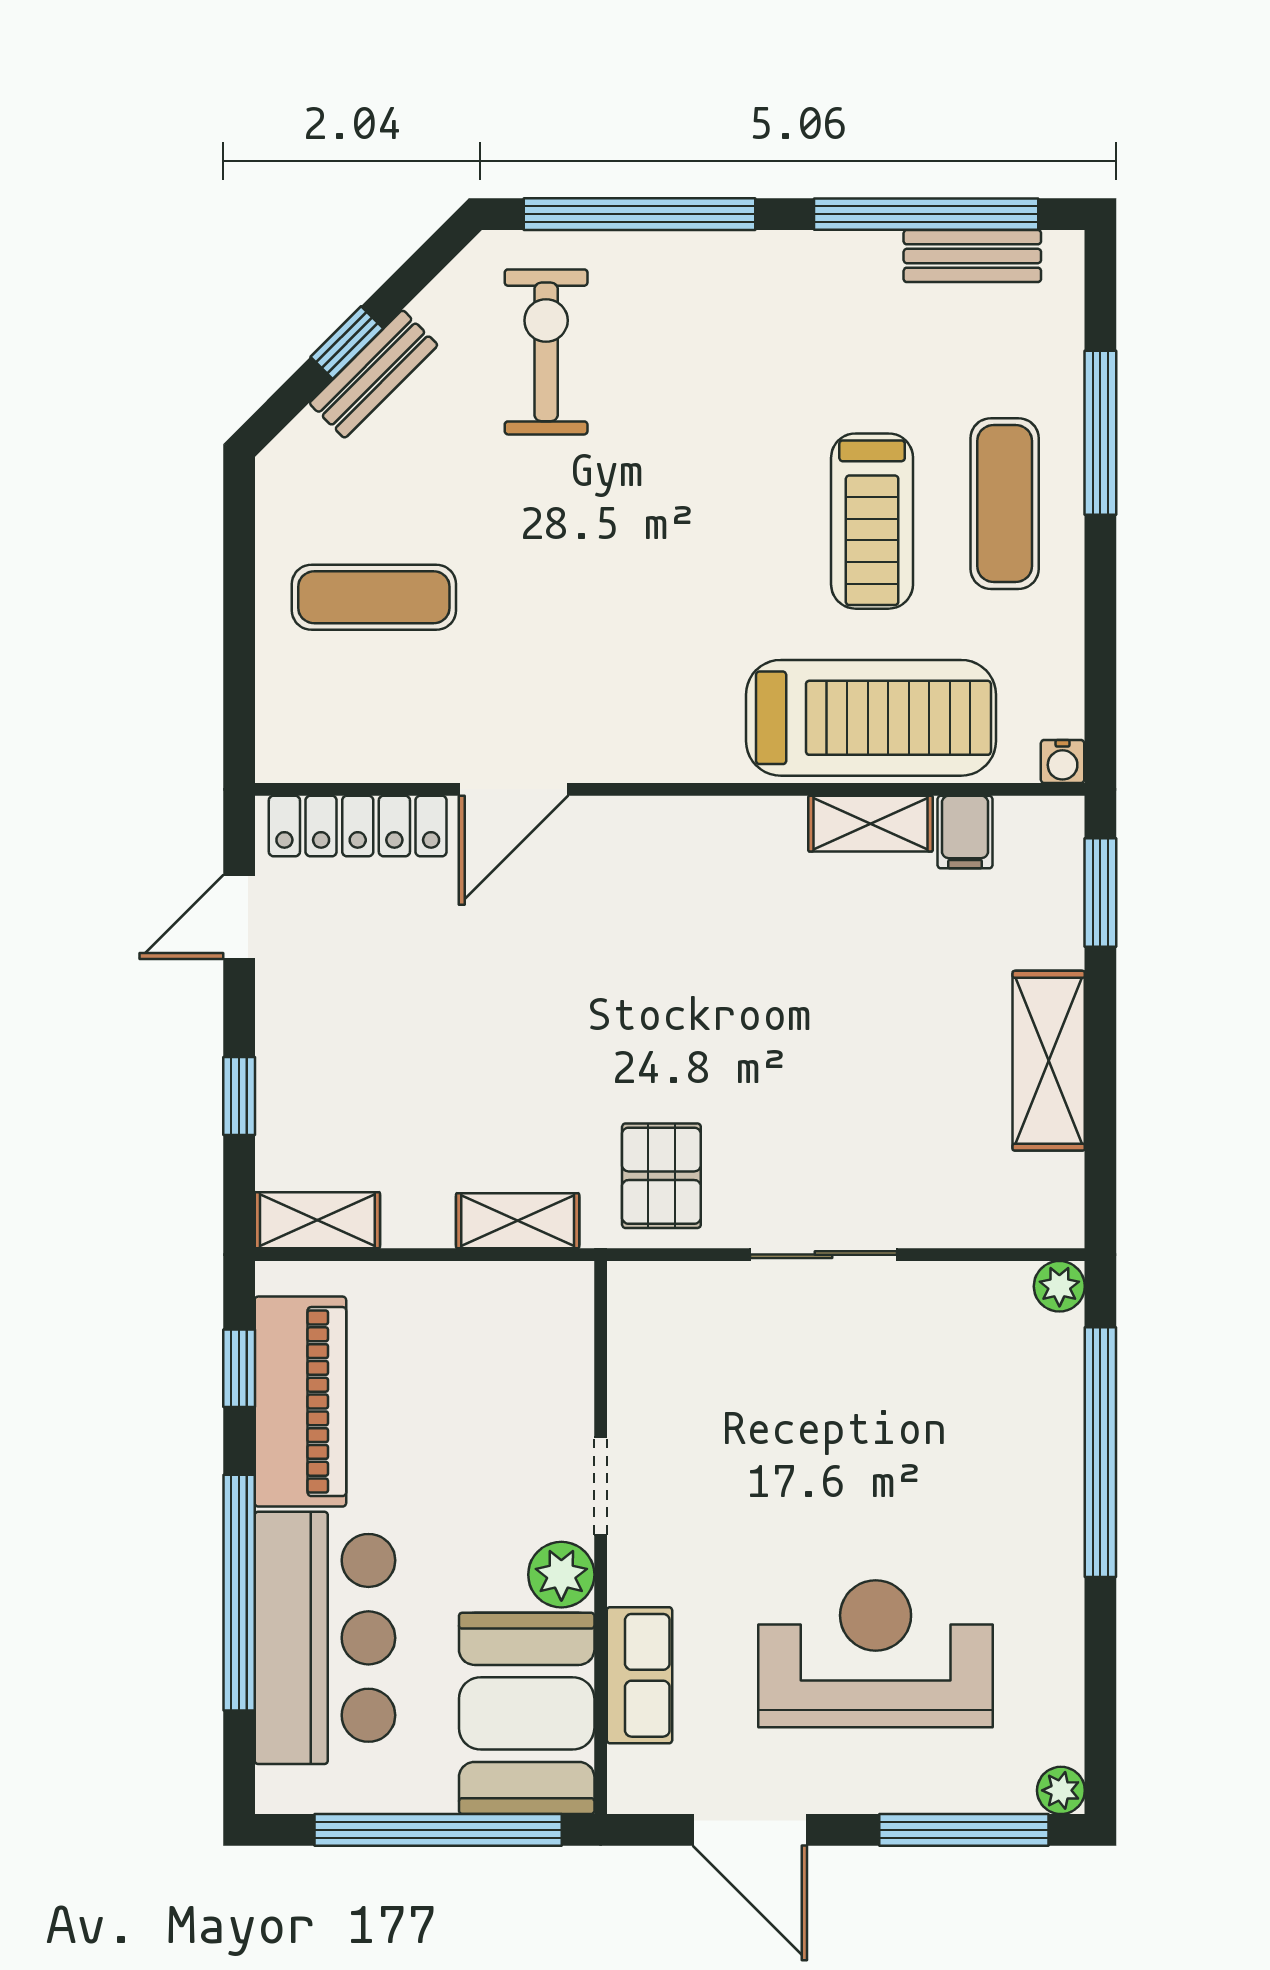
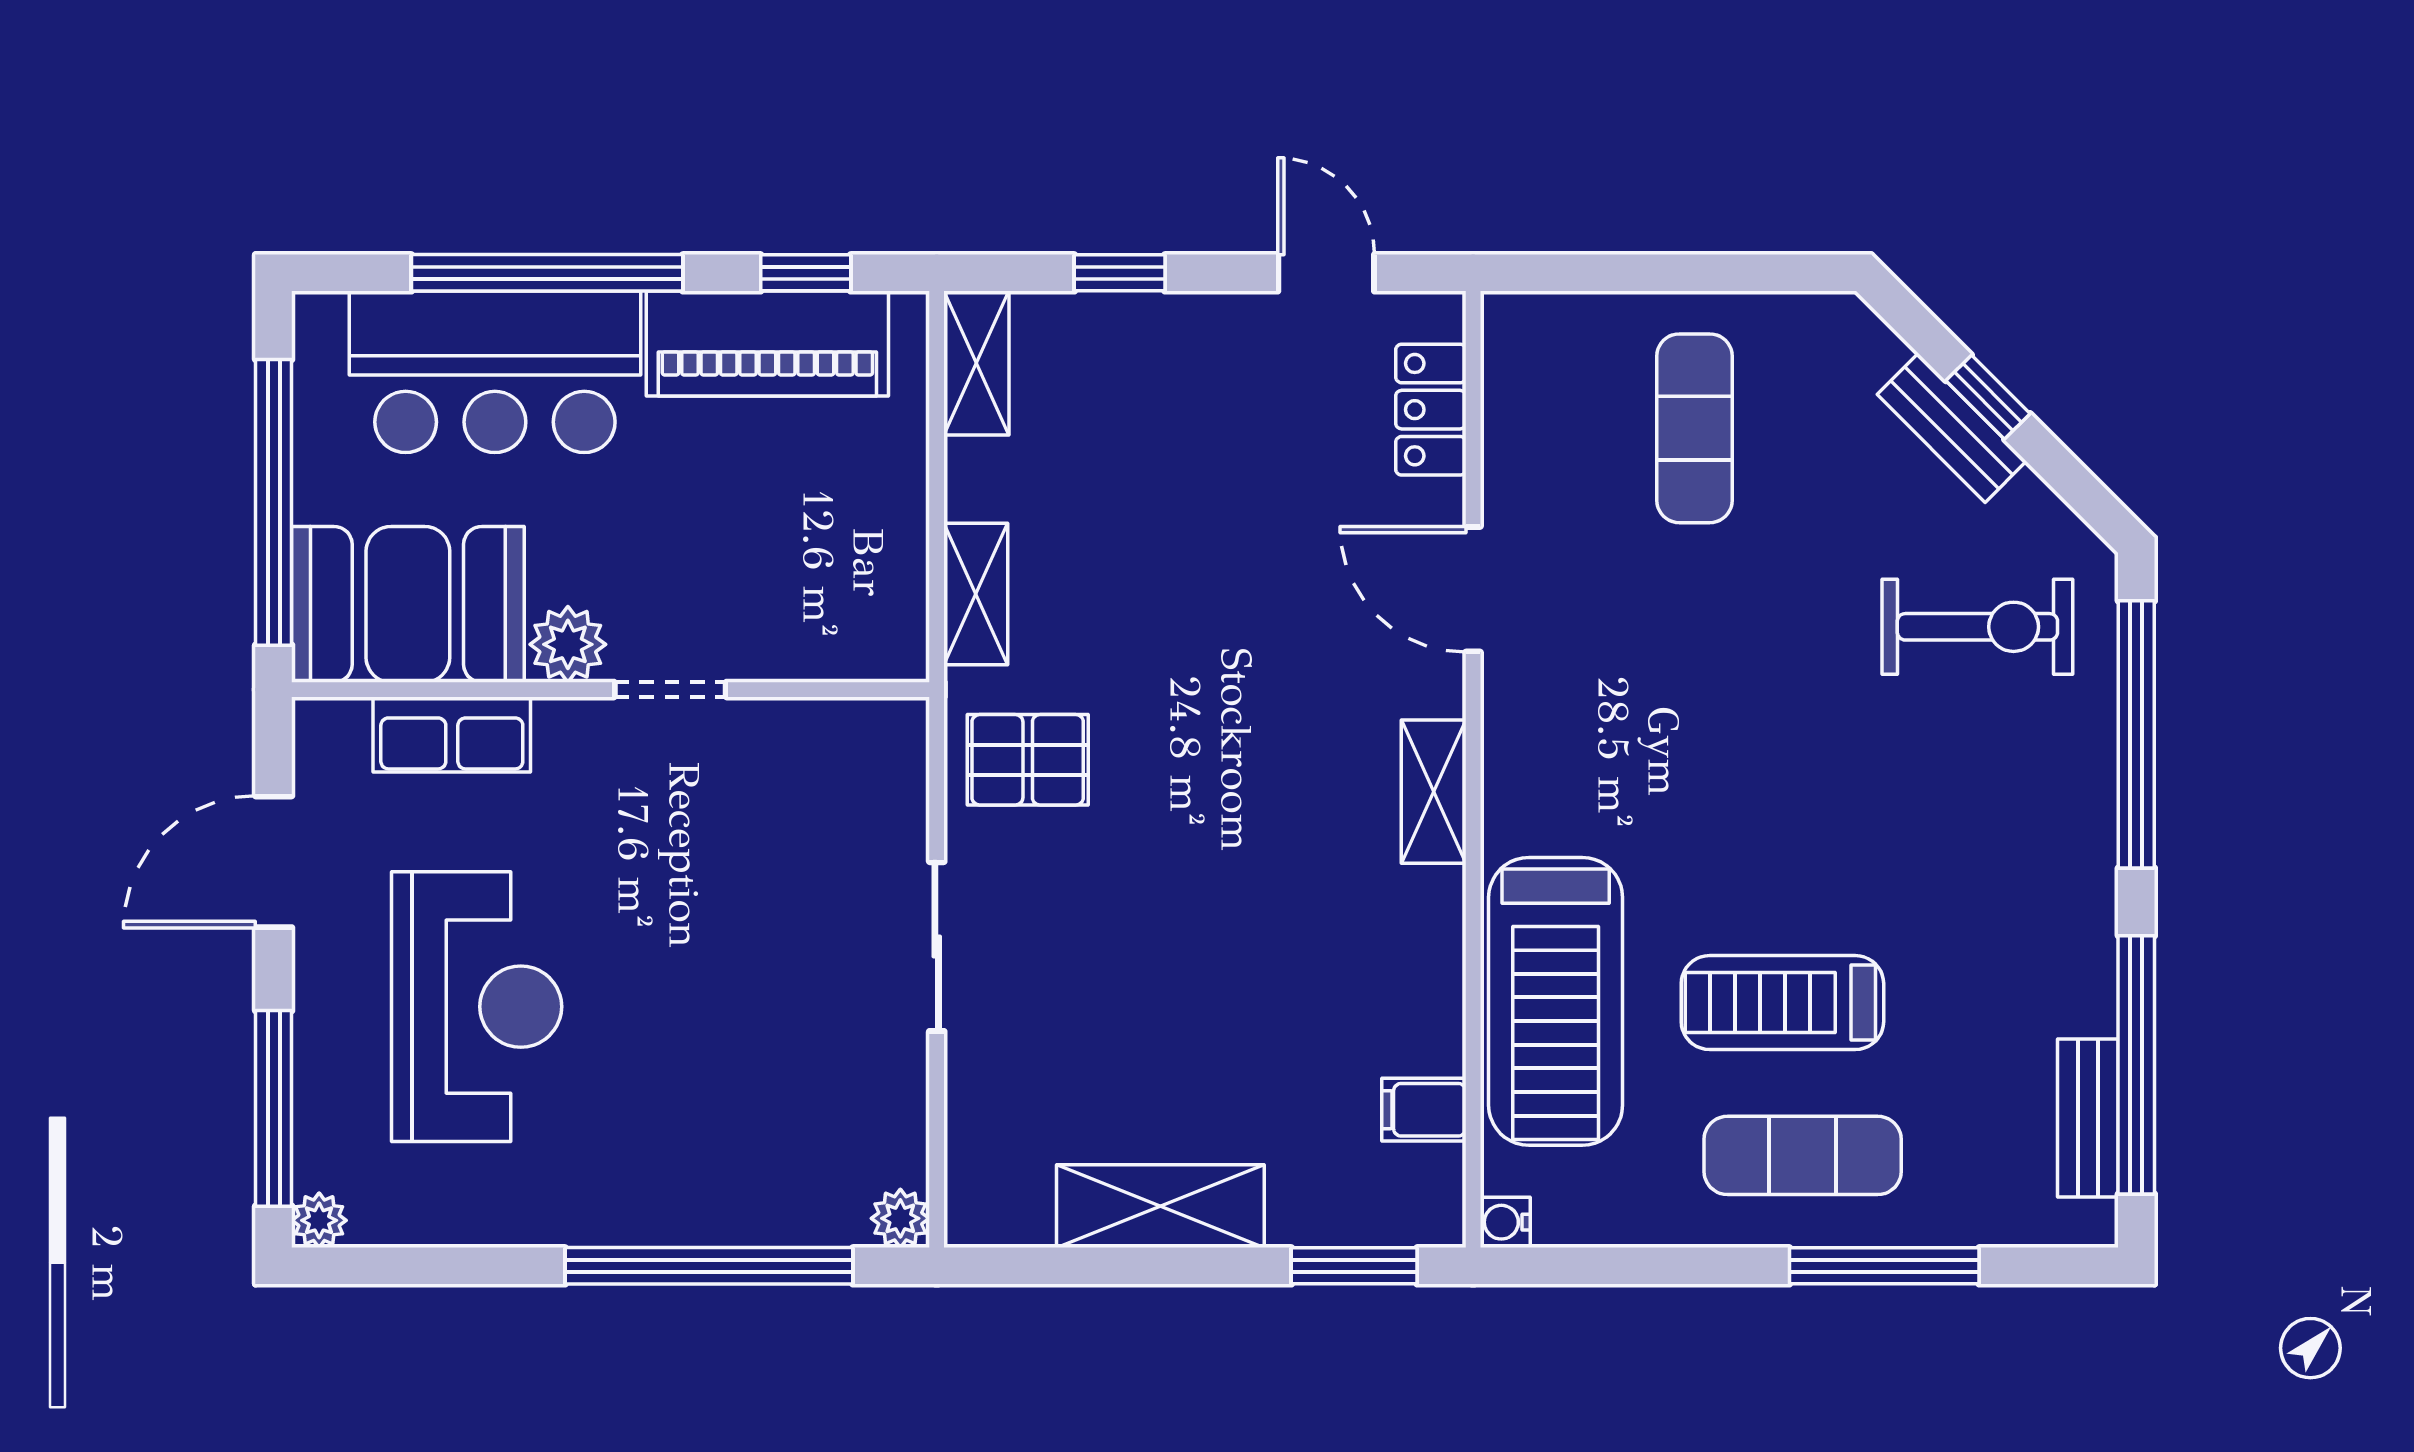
shelving: (871, 824) -> (1434, 792), moved
locker: (358, 826) -> (1431, 410), width x0.66

